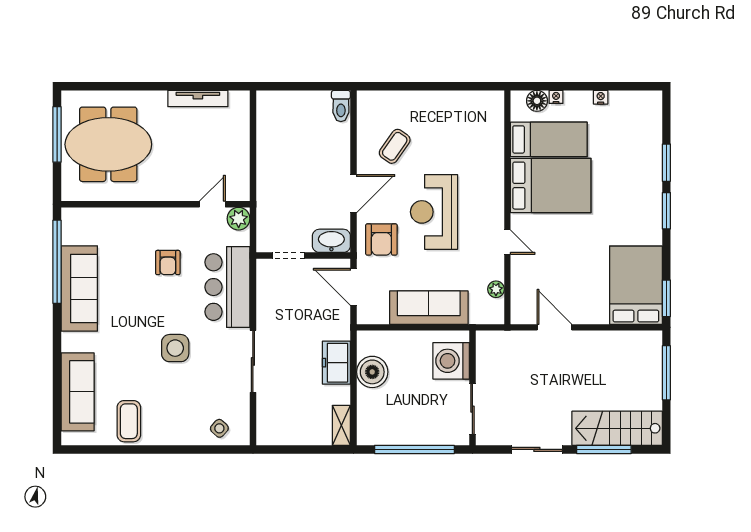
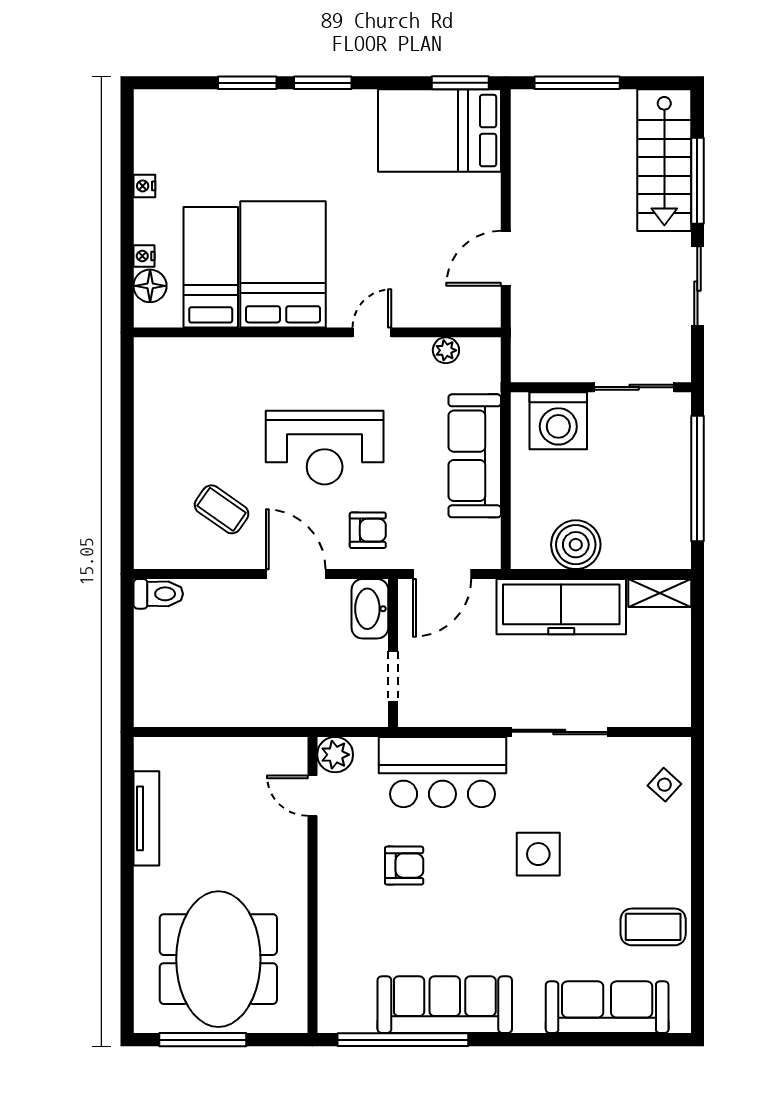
armchair: (381, 239) -> (368, 530), width x0.72, depth x0.72
freezer: (336, 363) -> (561, 607), width x1.91, depth x1.26

